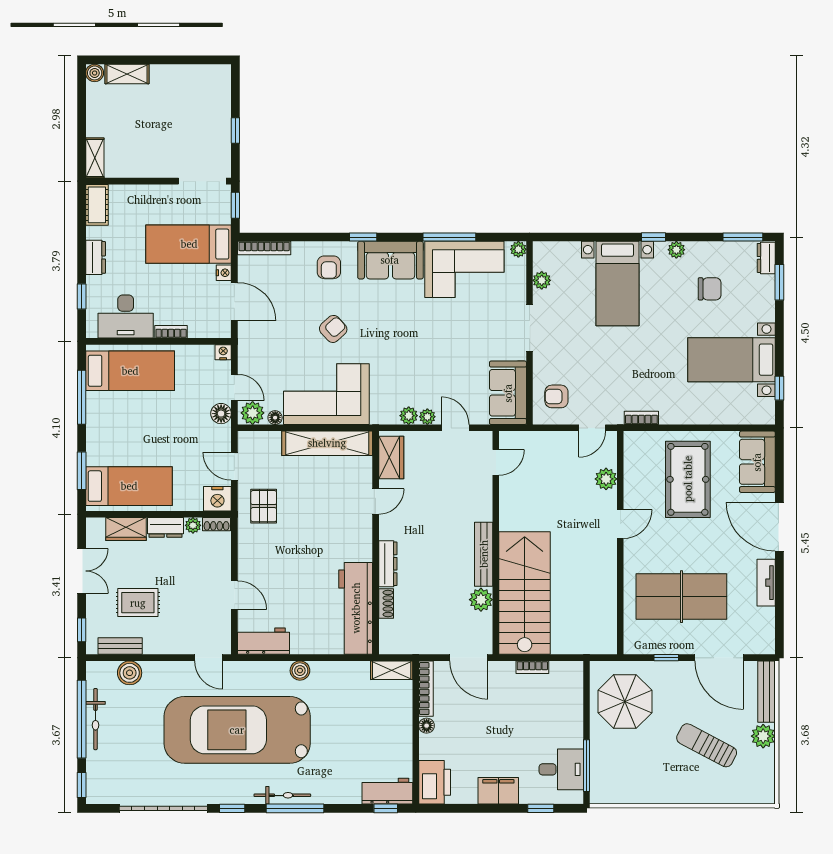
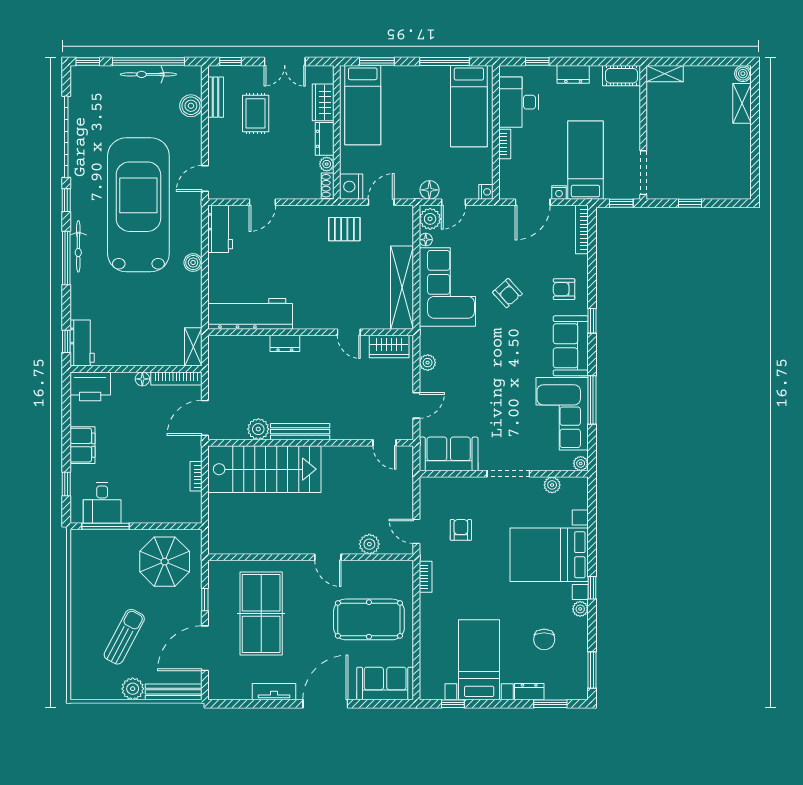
dresser: (766, 258) -> (529, 692), moved
bed with nightstands: (618, 284) -> (549, 555), width x1.36
armchair: (556, 396) -> (461, 530), moved
plant: (427, 417) -> (427, 380), removed
dresser: (388, 564) -> (285, 343), width x0.70
shoe rack: (386, 603) -> (255, 342), removed

